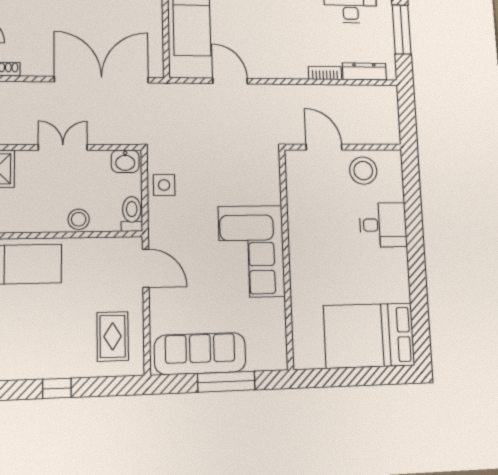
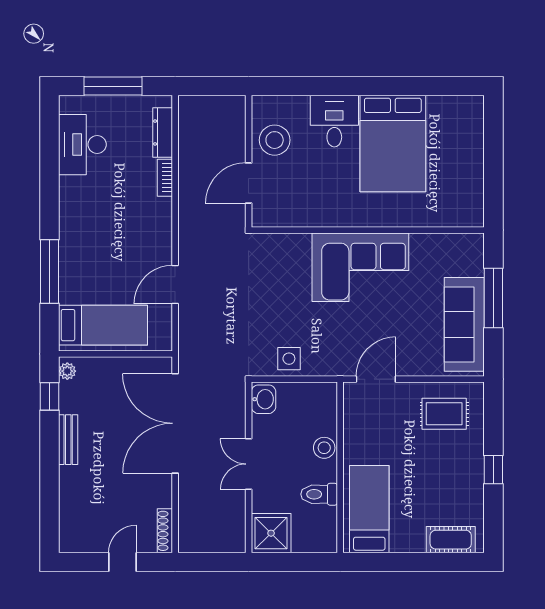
toilet: (132, 214) -> (319, 494), moved
bed: (369, 335) -> (393, 144), moved

